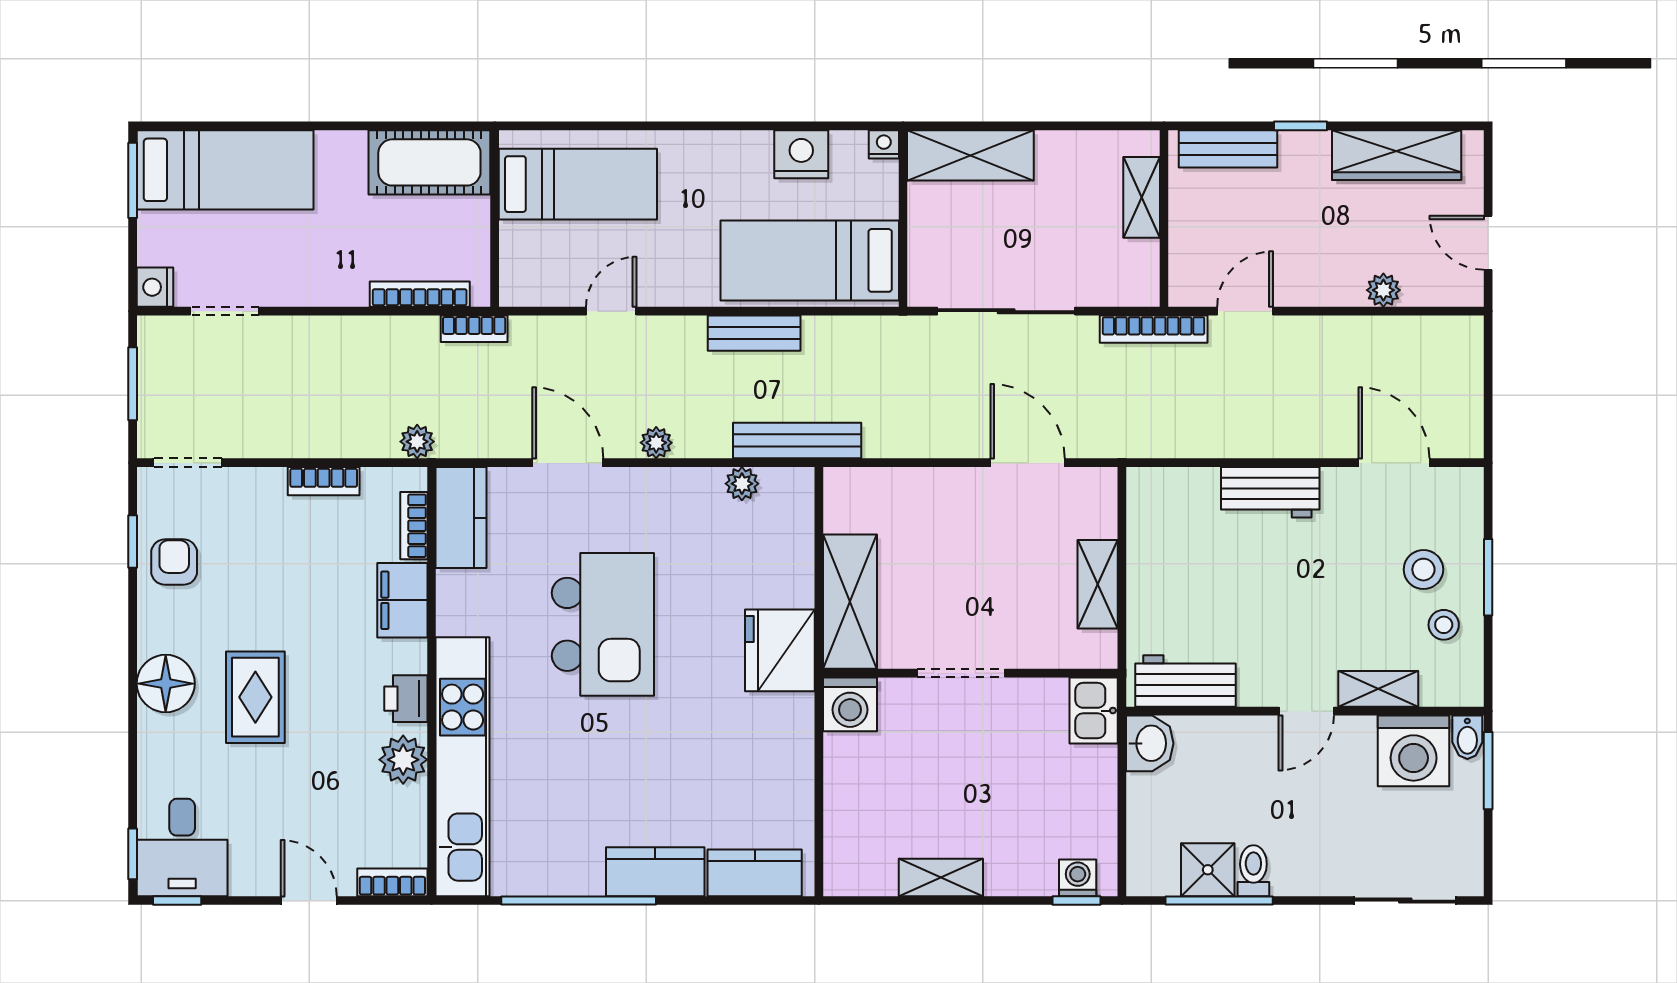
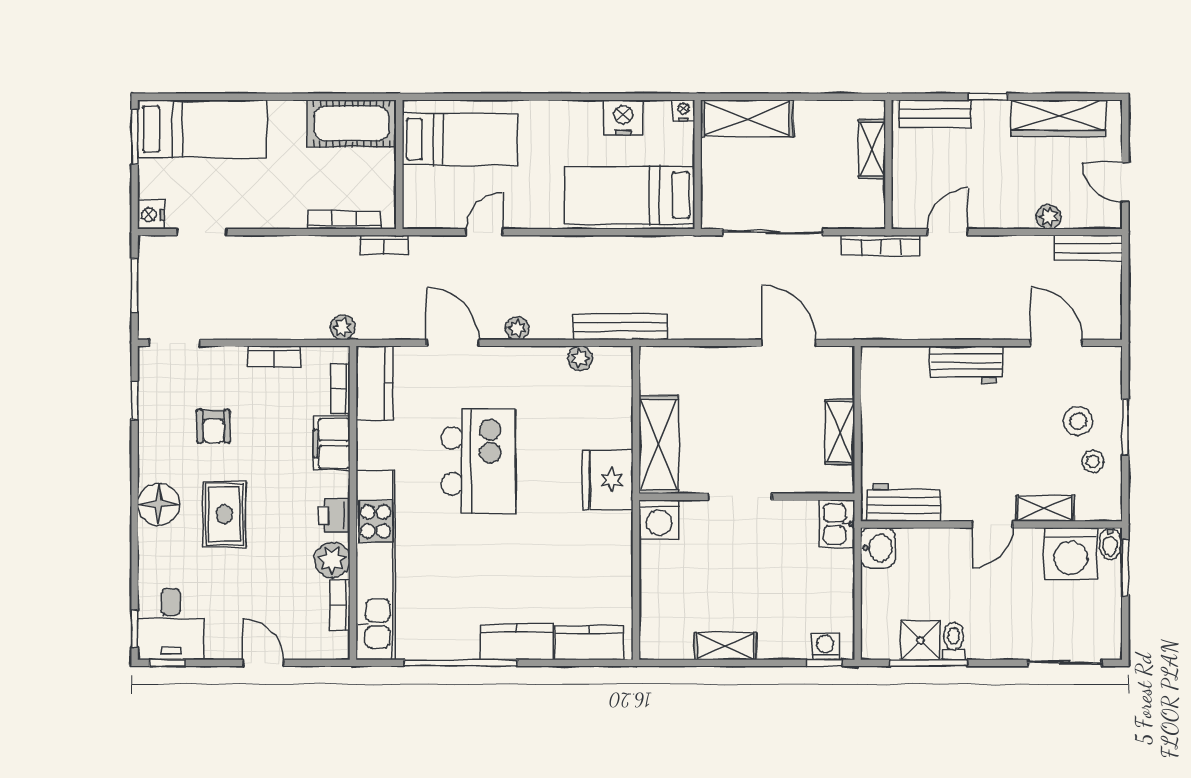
bench: (754, 333) -> (1088, 248), moved
armchair: (174, 562) -> (213, 426), moved, turned 180
bookcase: (392, 882) -> (340, 606), moved, turned -90

